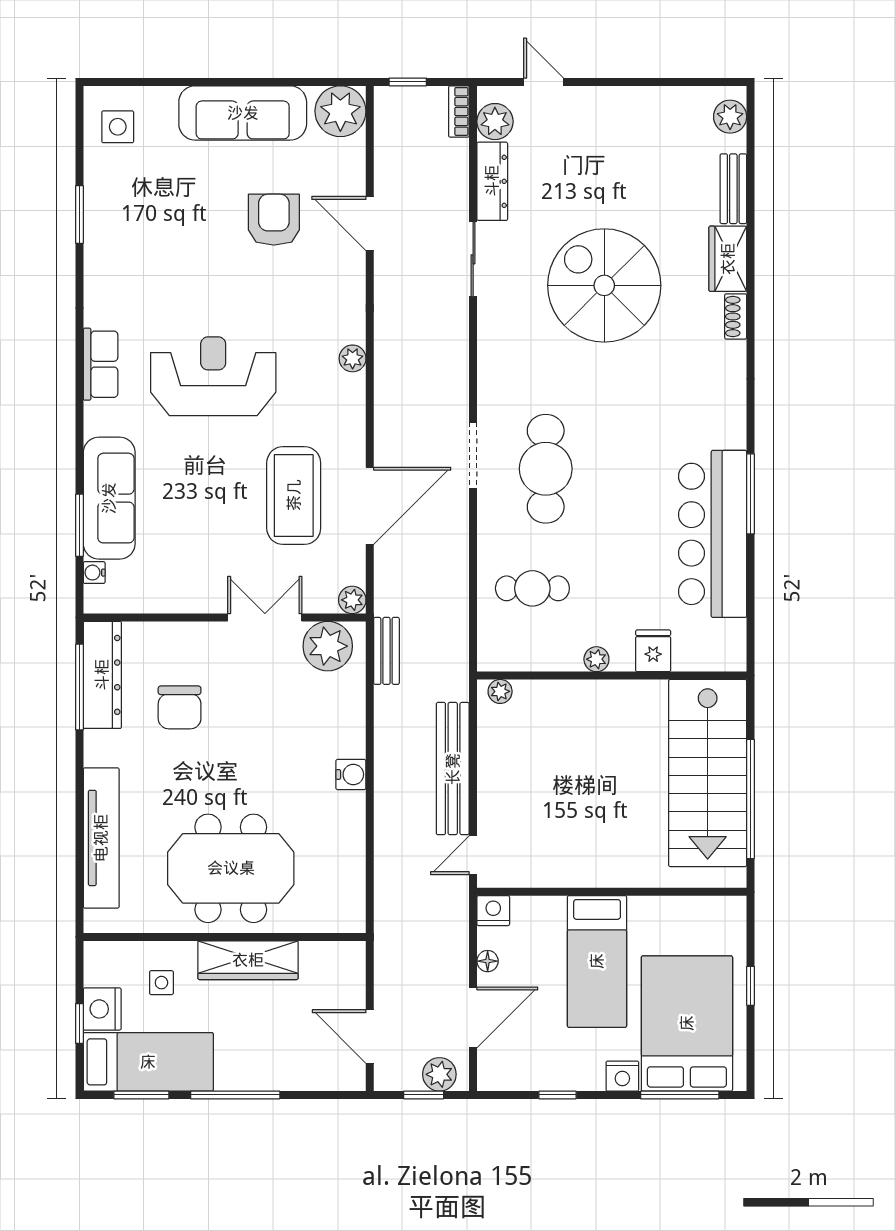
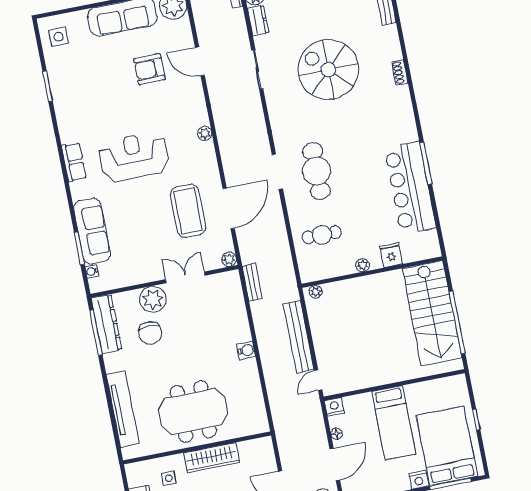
dresser: (492, 181) -> (258, 21), width x0.70
armchair: (274, 220) -> (149, 69), turned -90
wardrobe: (728, 259) -> (390, 43), removed
plant: (328, 646) -> (153, 299), moved

